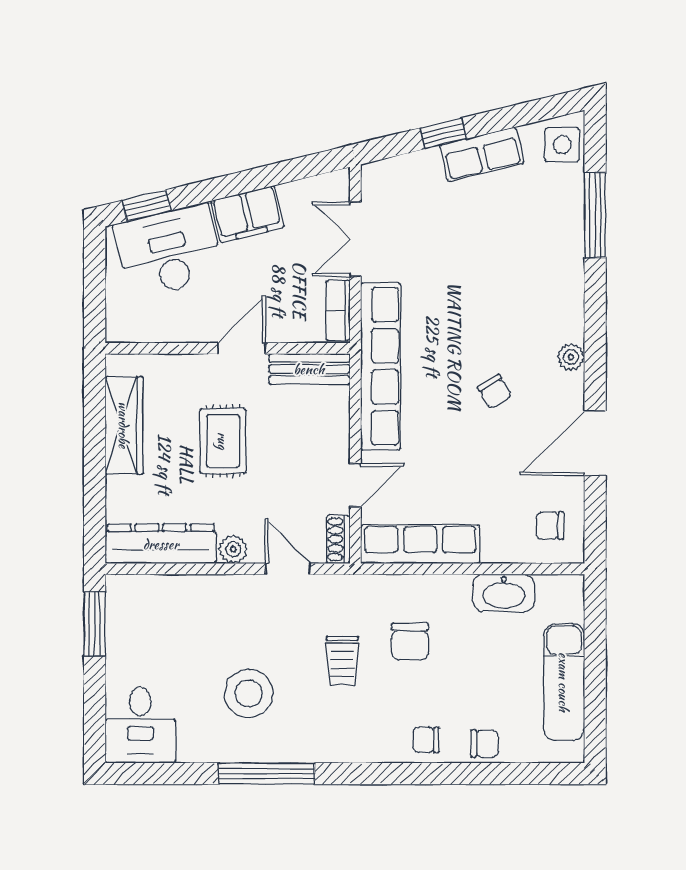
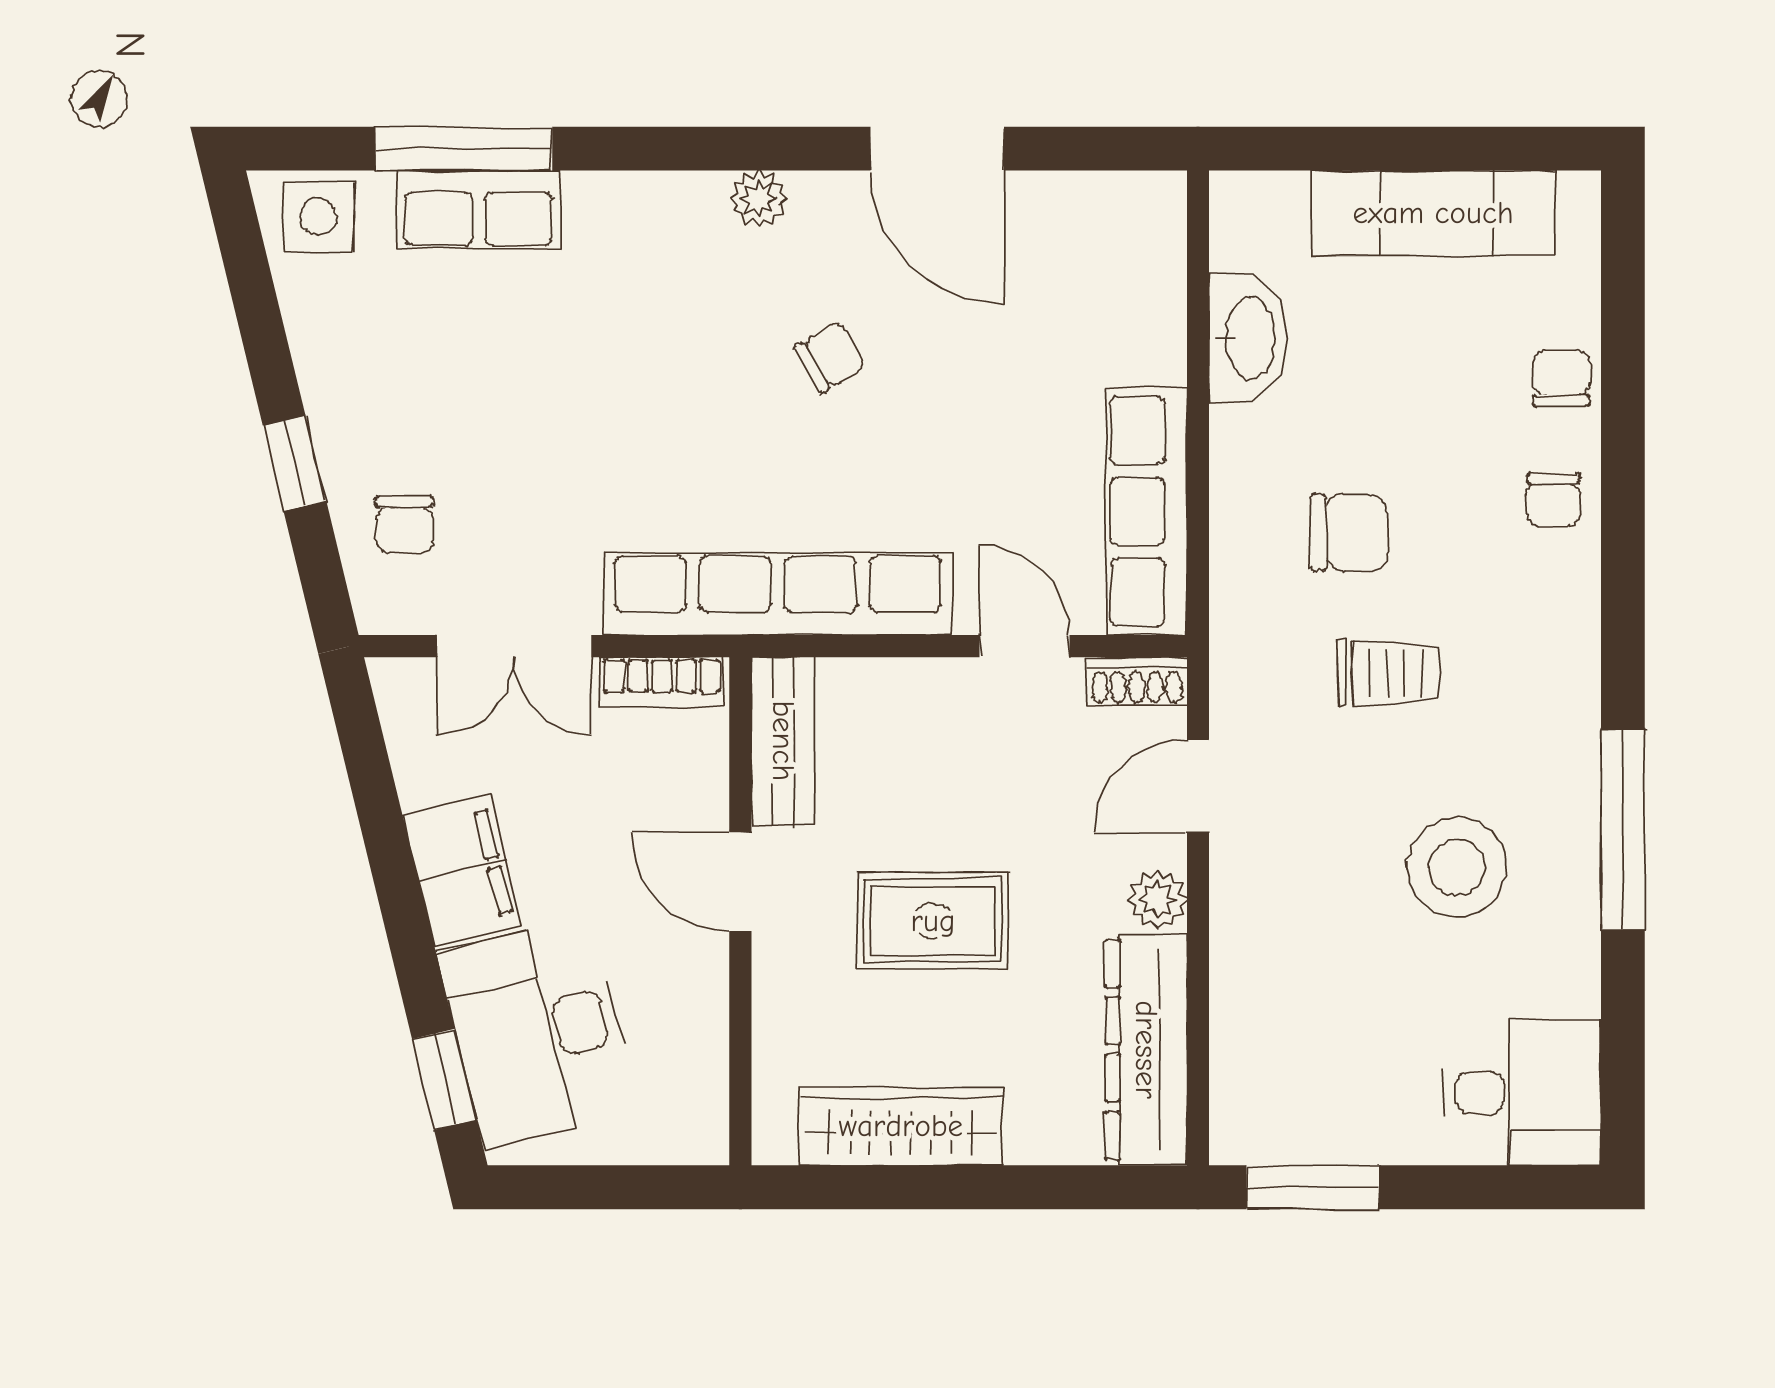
row of seats: (482, 154) -> (479, 209), moved, turned 104
chair: (550, 526) -> (405, 524), moved

